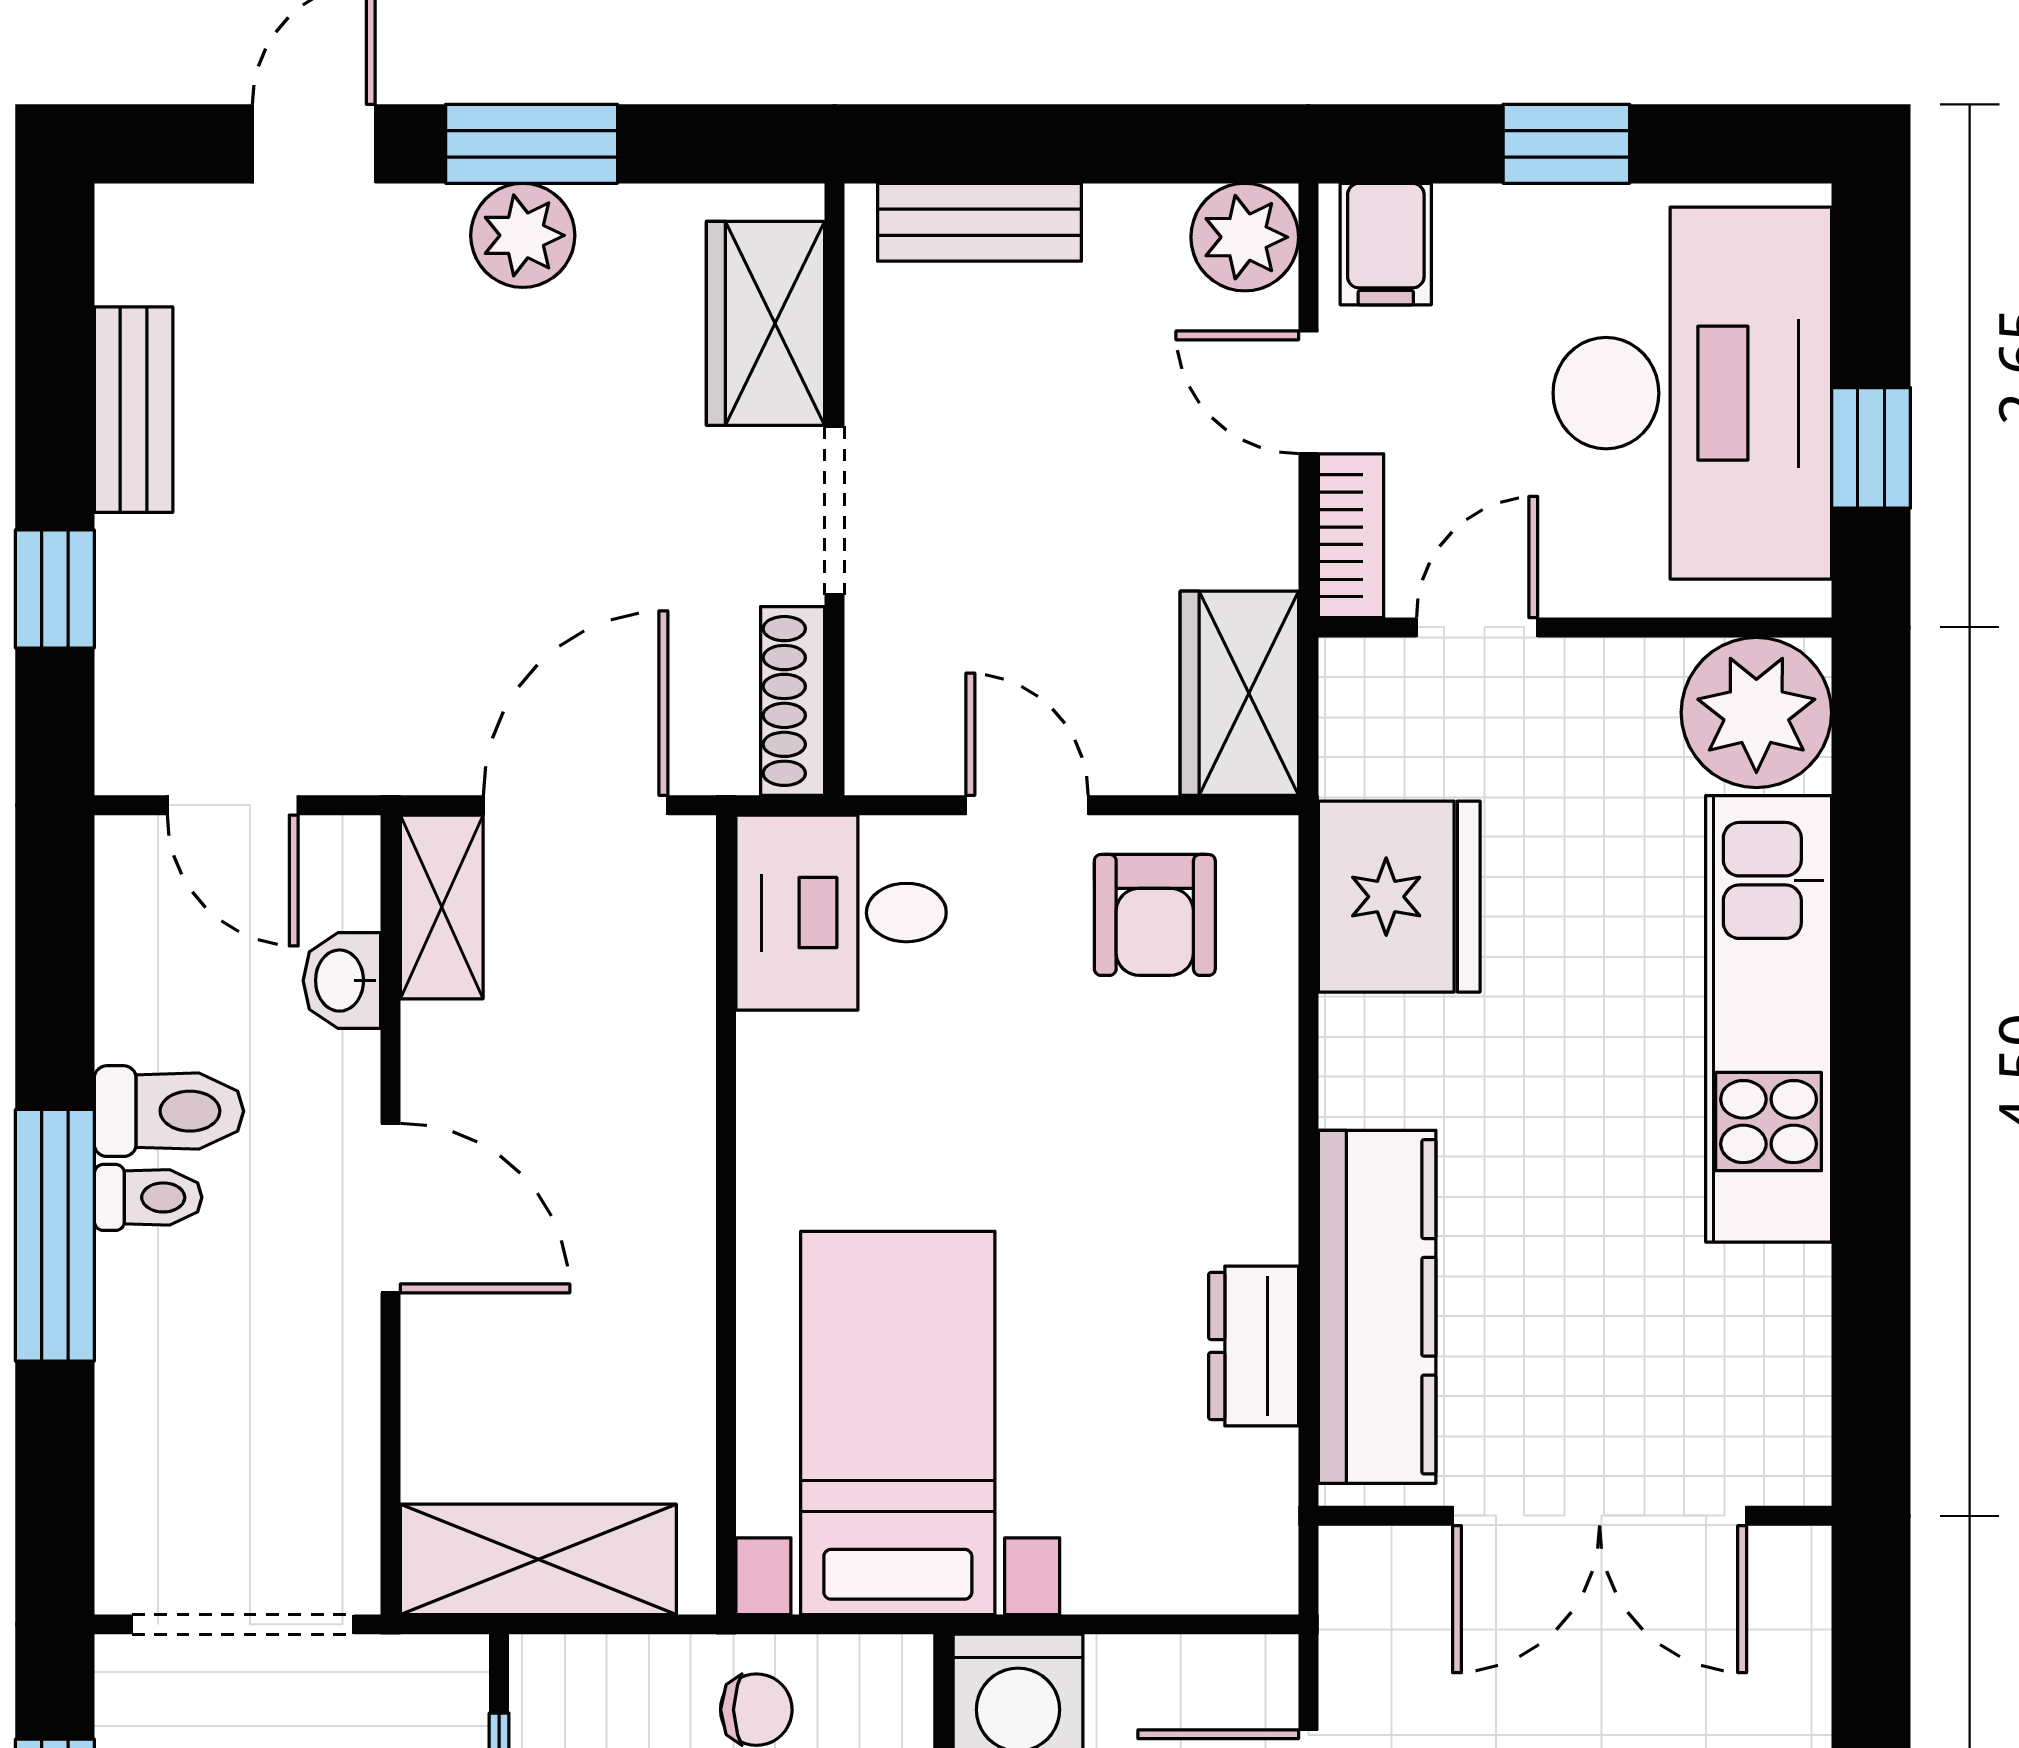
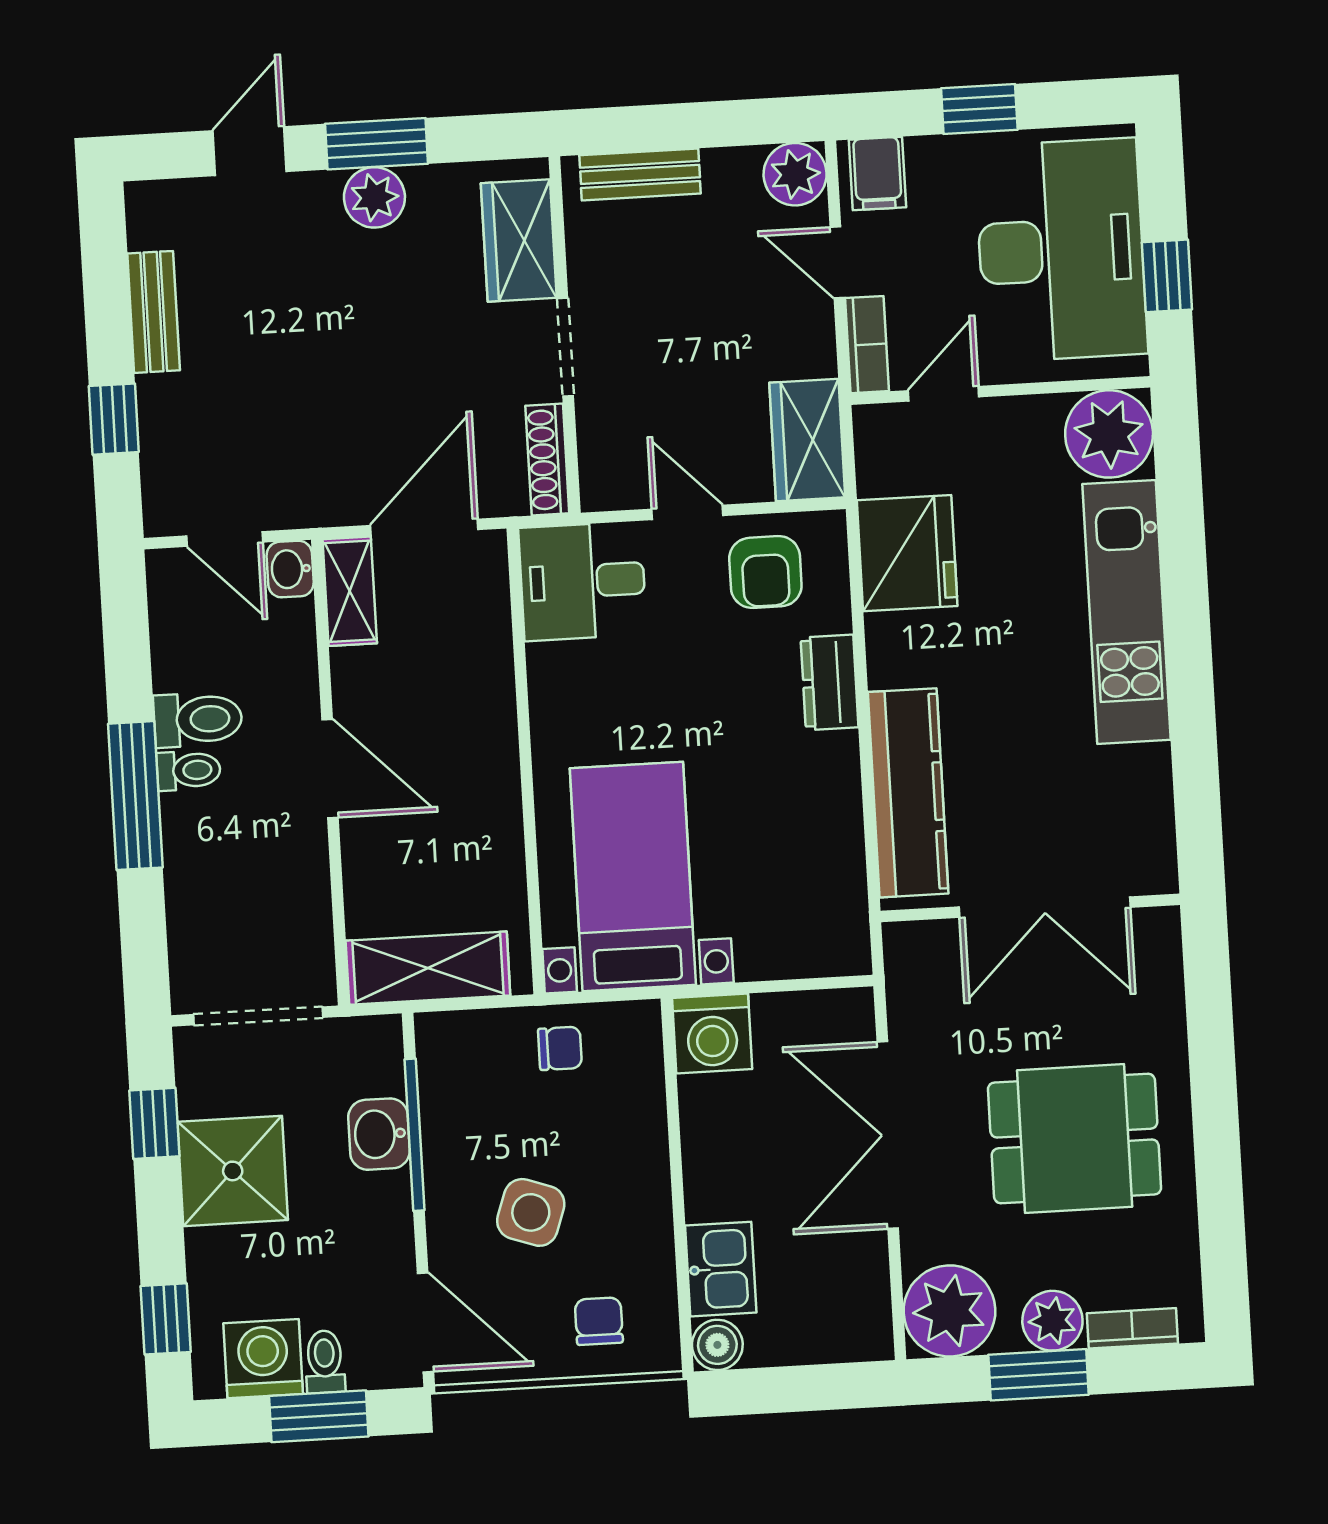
washbasin: (342, 981) -> (290, 569), moved
dresser: (1254, 1346) -> (830, 682), moved

